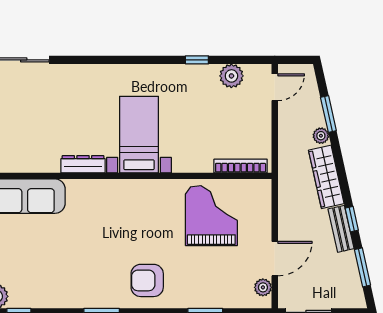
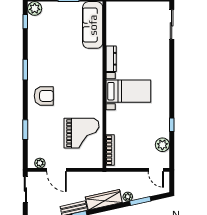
armchair: (147, 280) -> (44, 96), turned 90

